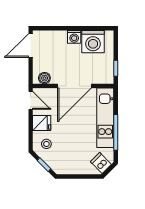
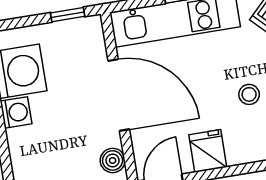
stool: (46, 144) -> (249, 94), moved

